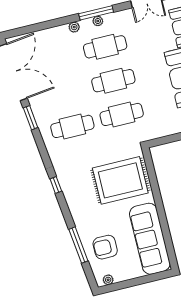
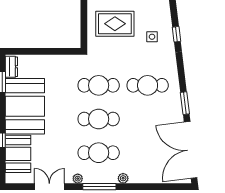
plant: (98, 21) -> (78, 179), moved
side table: (80, 176) -> (152, 37), added
rug: (120, 180) -> (115, 24), width x0.73, depth x0.69

